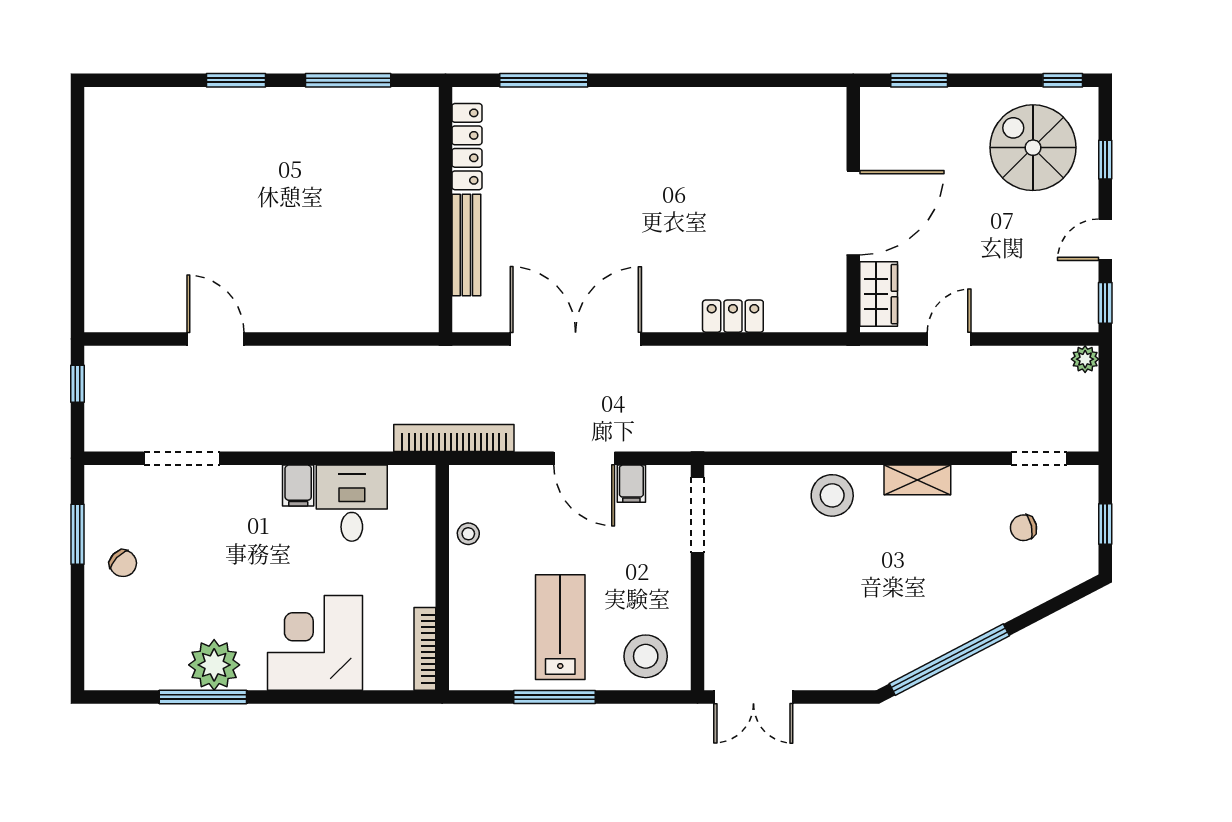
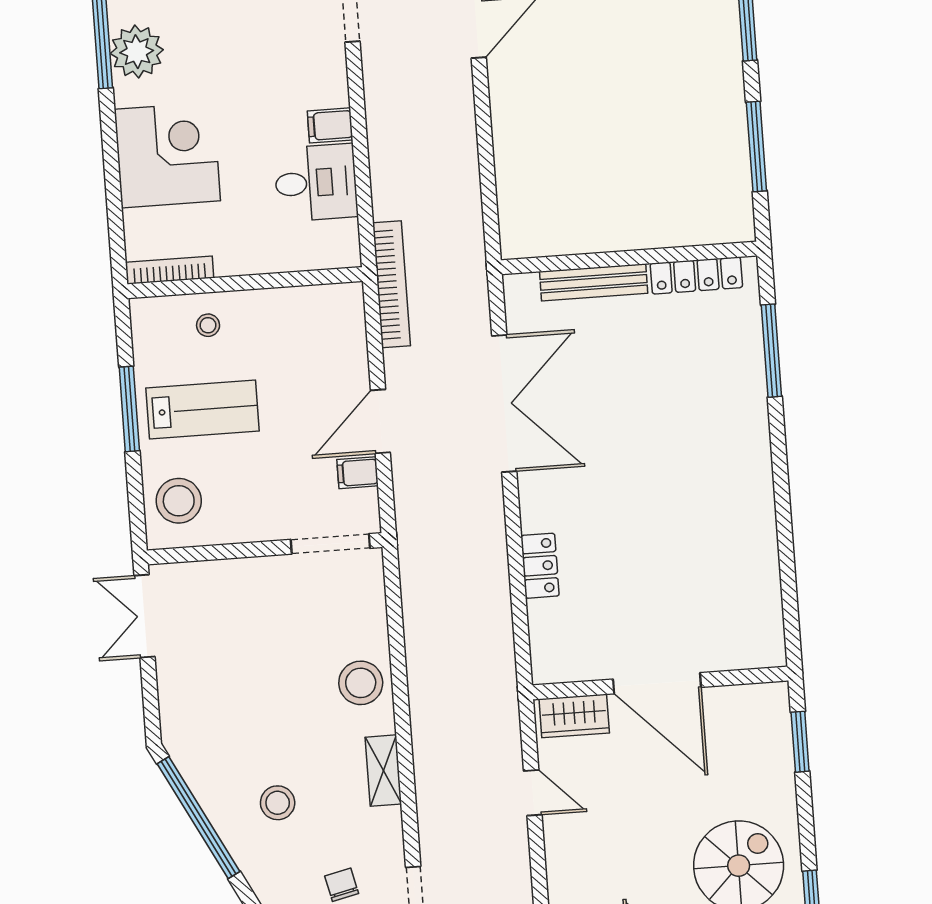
stool: (468, 534) -> (208, 325), moved
stool: (941, 583) -> (278, 803), added

